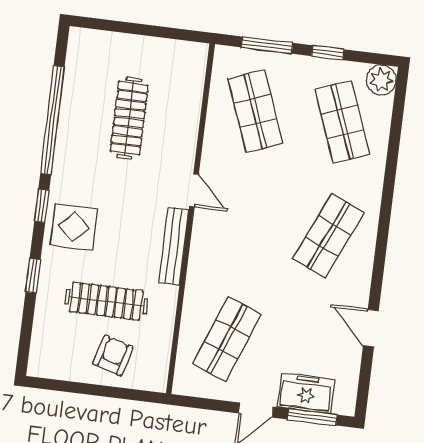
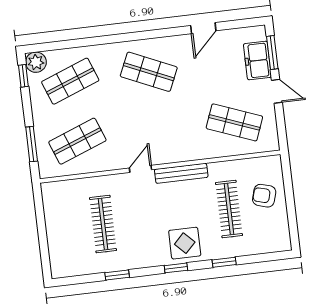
window: (328, 53) -> (23, 76), moved
clothes rail: (129, 118) -> (103, 224), turned 90
window: (52, 120) -> (117, 275), width x0.32

